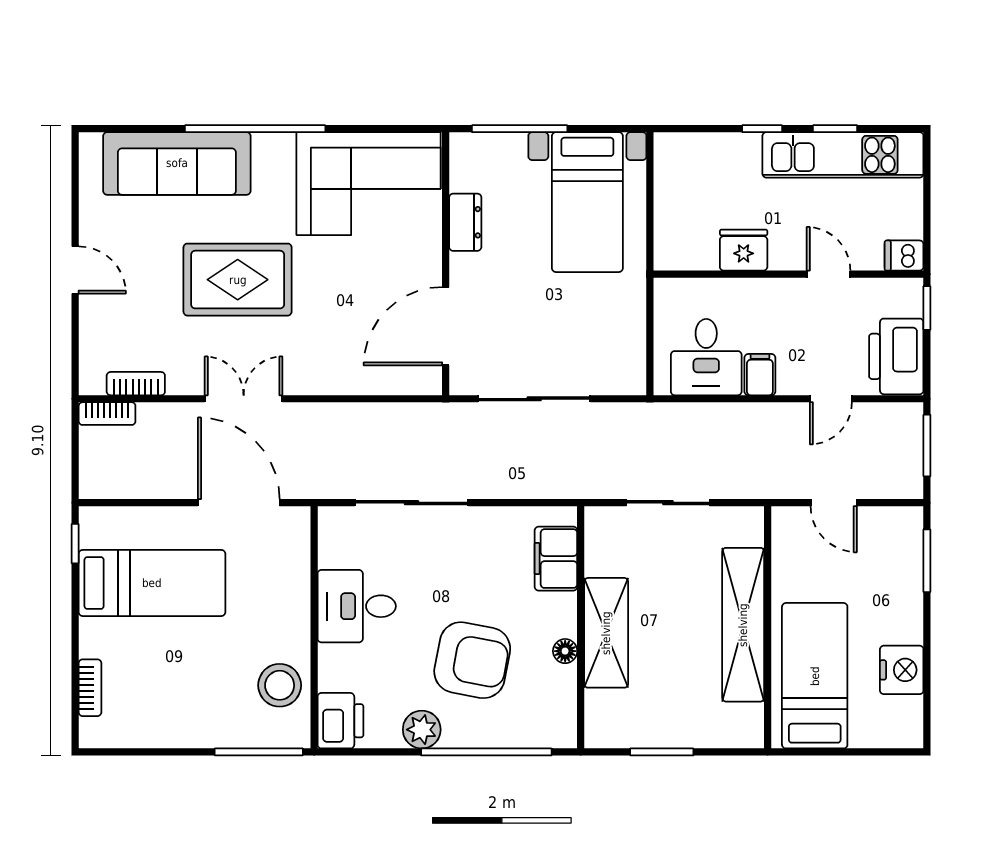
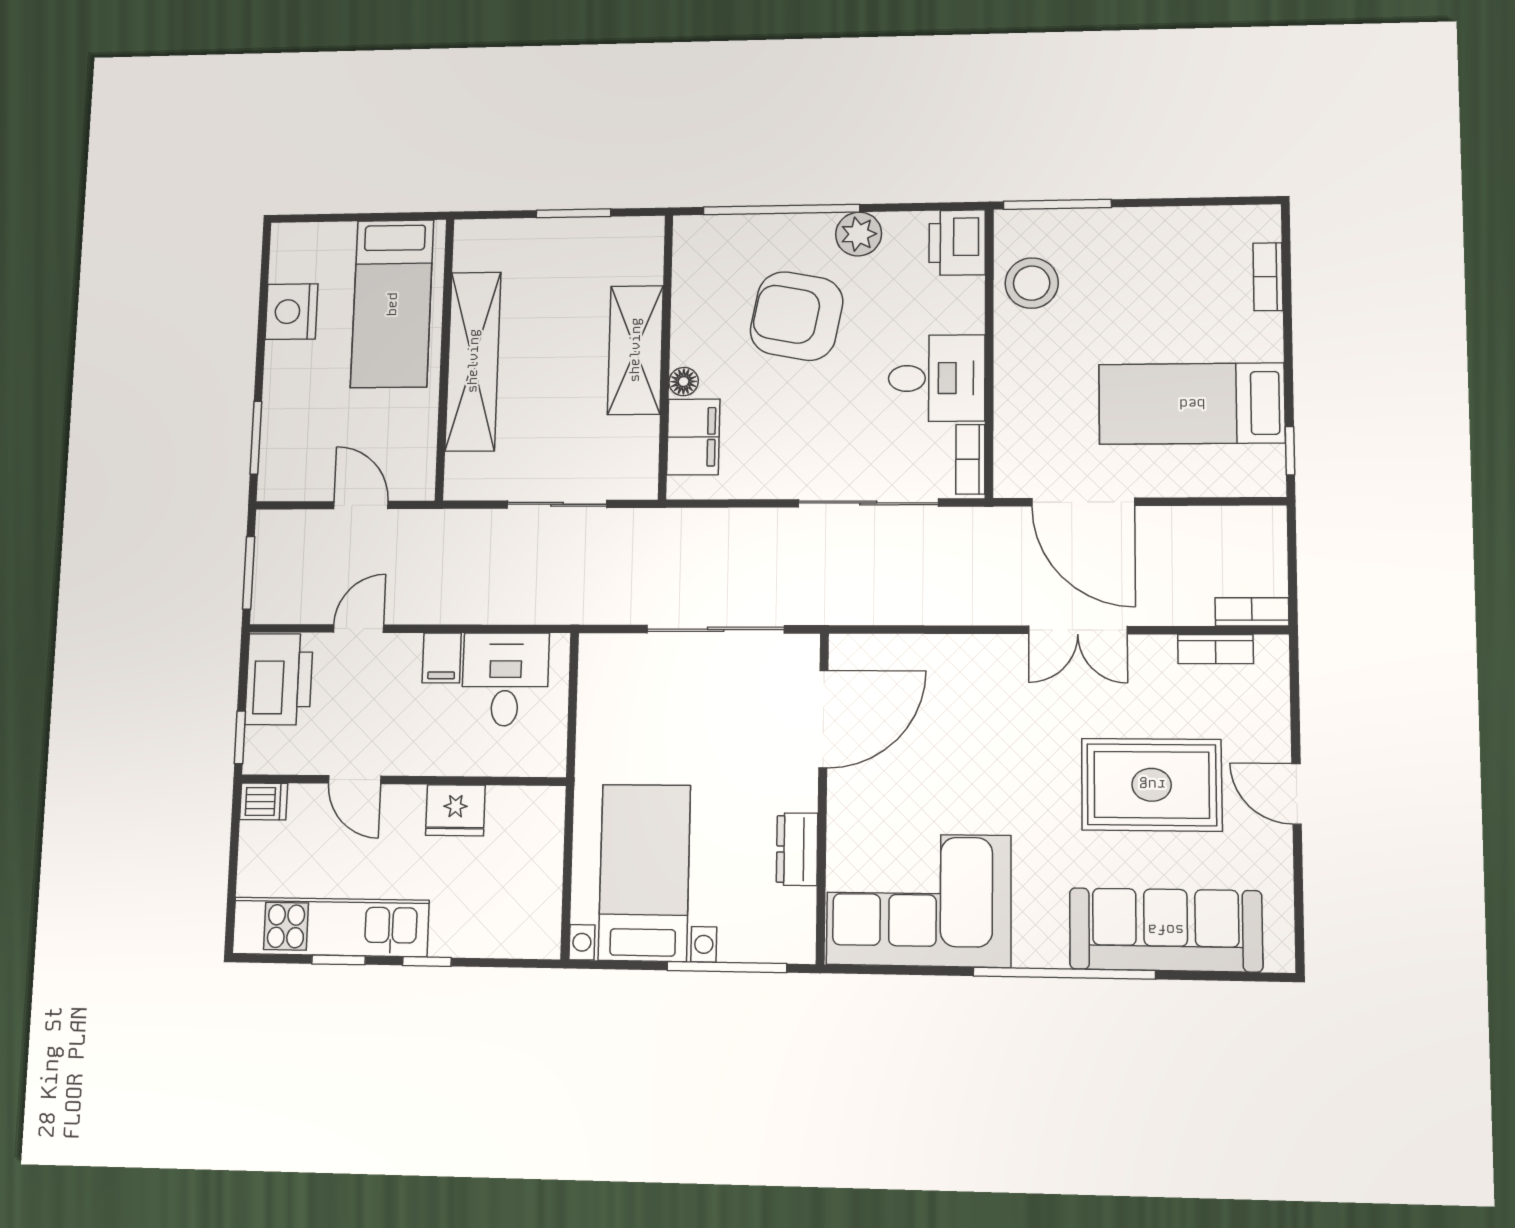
rug: (238, 280) -> (1152, 785), moved
bookcase: (329, 538) -> (970, 459), added
floor lamp: (565, 651) -> (684, 382), moved

